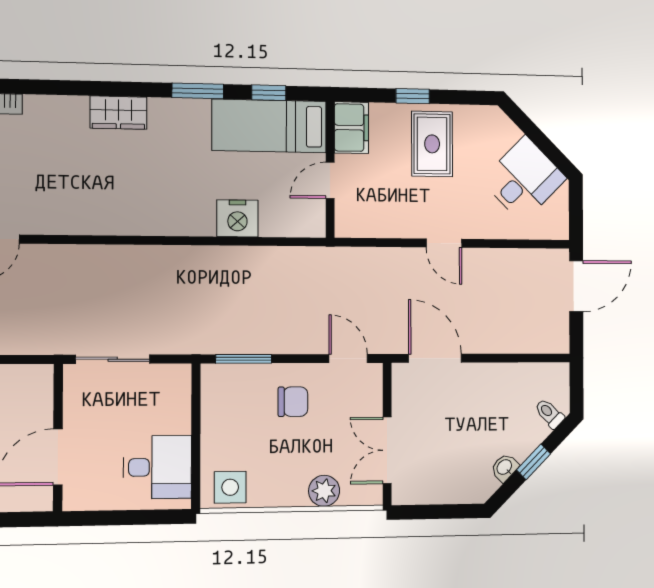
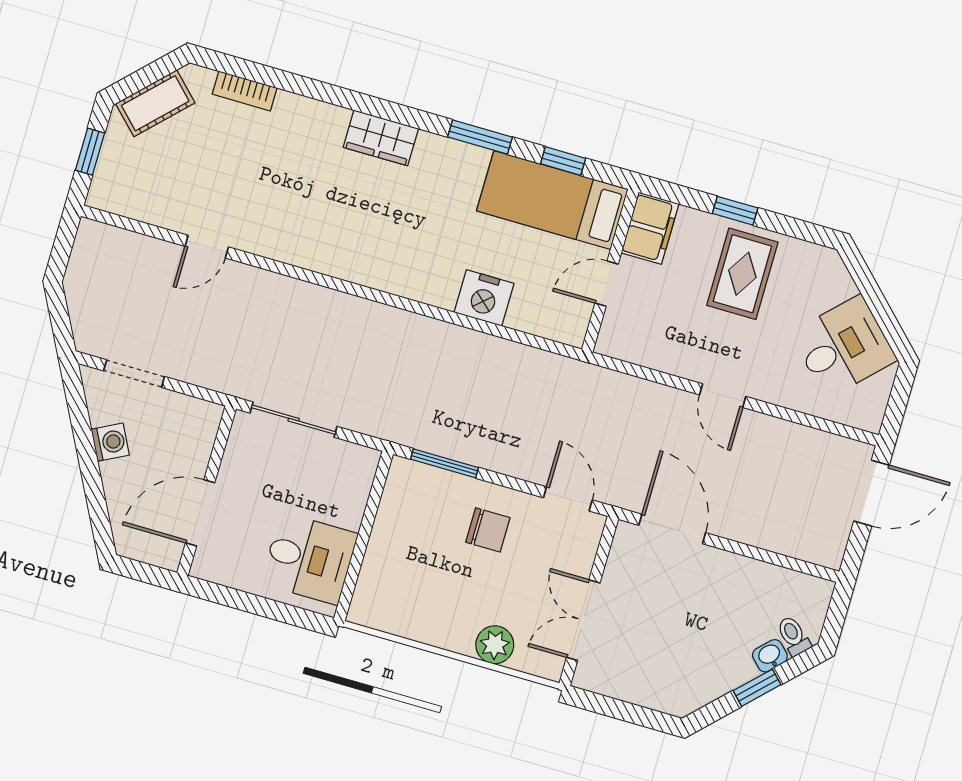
washbasin: (505, 467) -> (770, 656), moved
side table: (230, 487) -> (386, 607), removed

